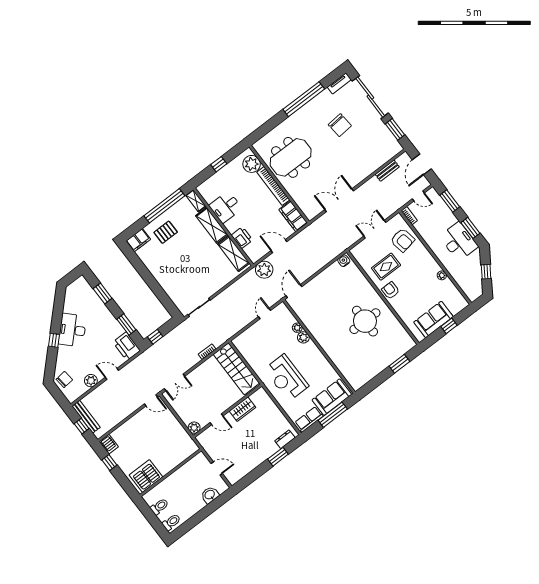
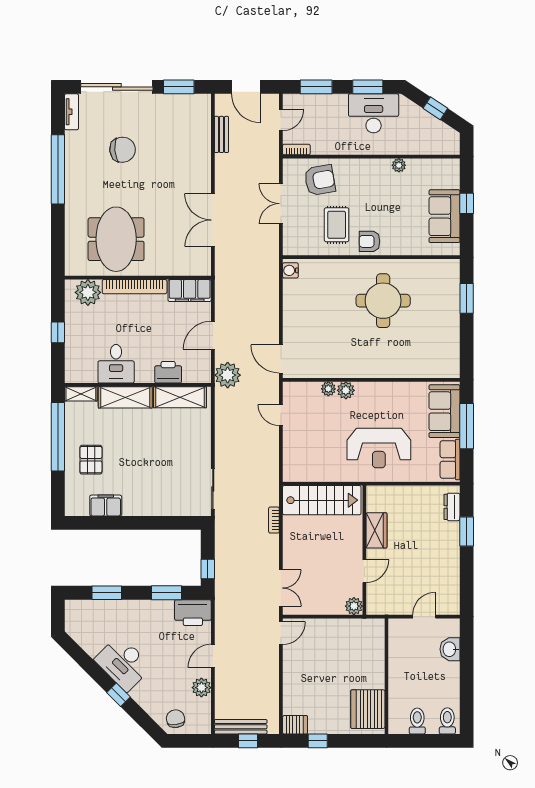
filing cabinet: (138, 240) -> (106, 506), moved, turned -90

